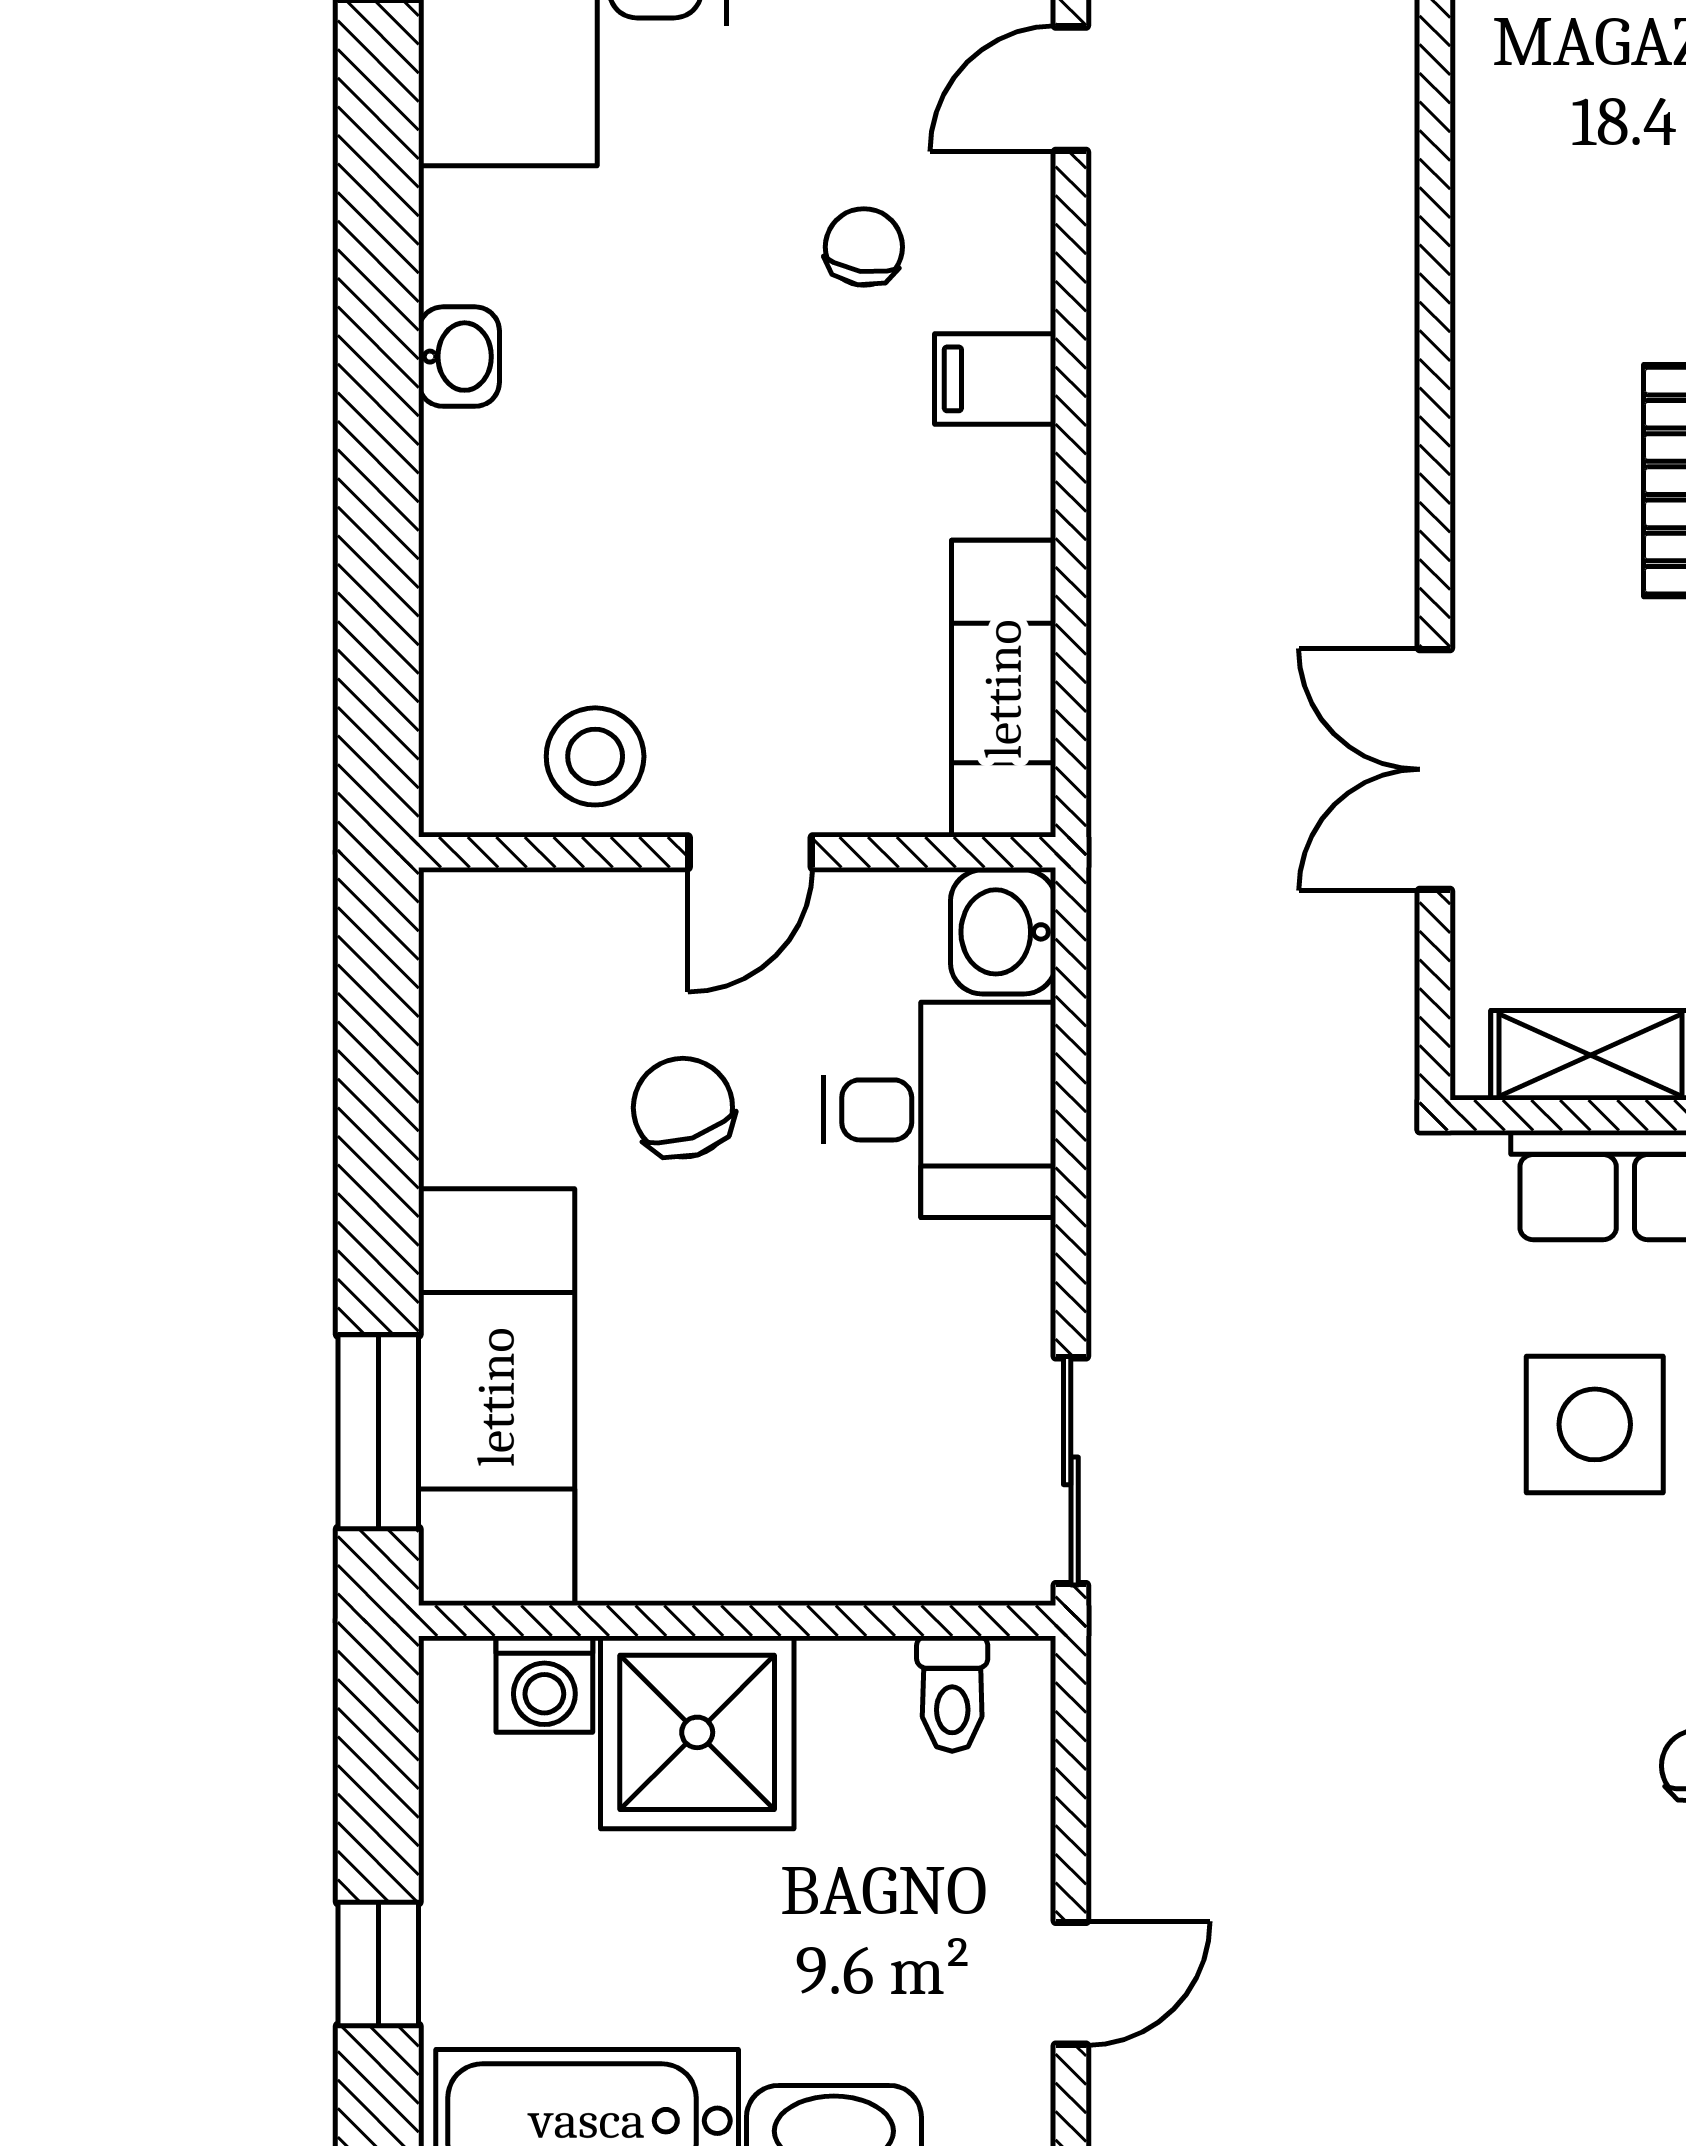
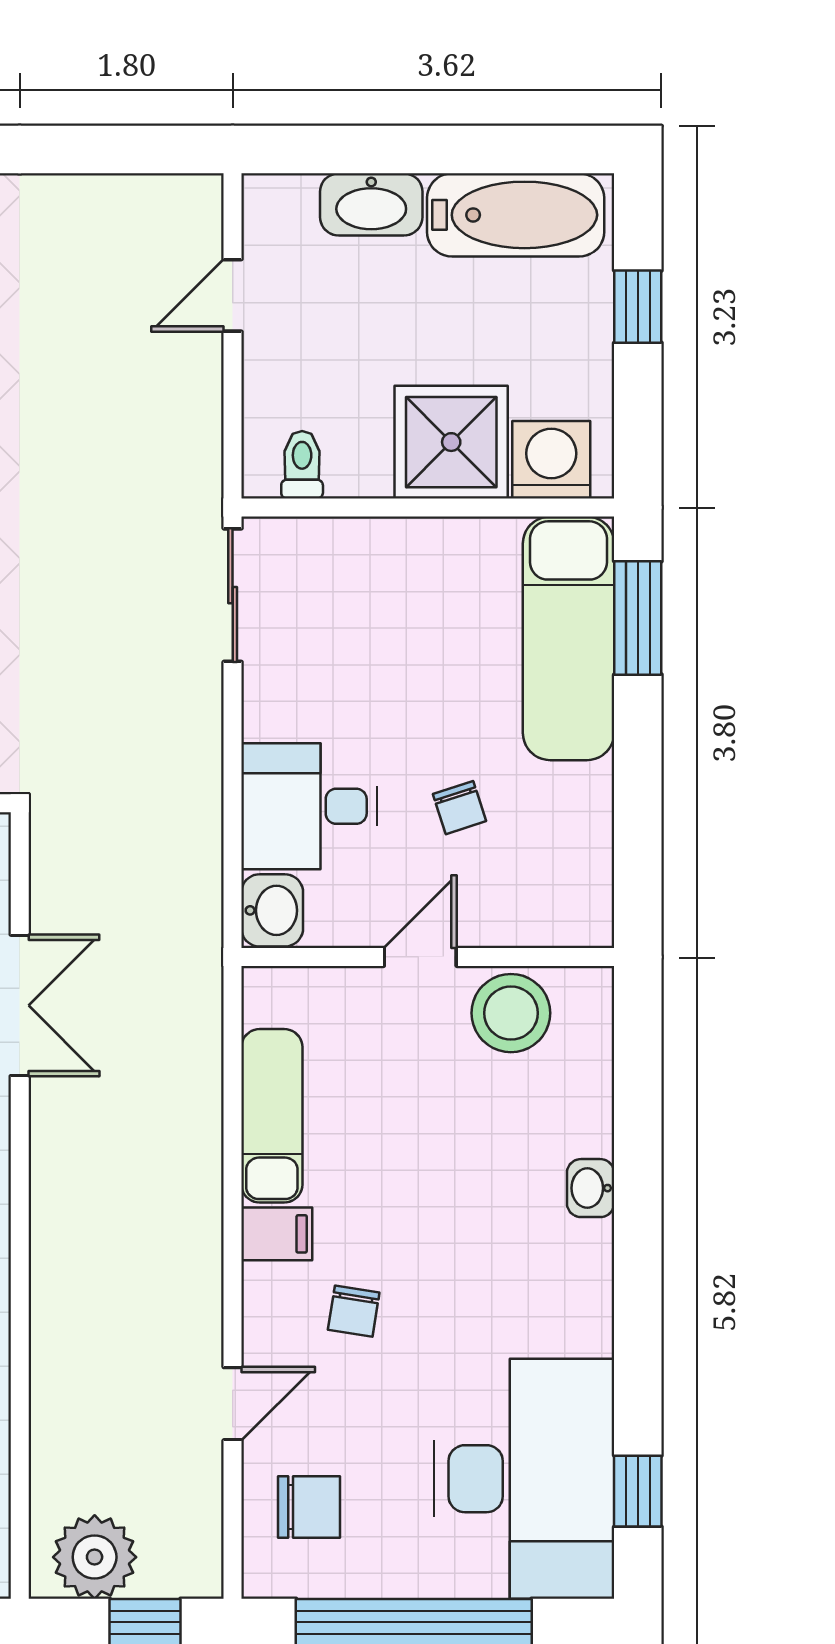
washbasin: (459, 357) -> (591, 1188), moved
exam couch: (1004, 689) -> (272, 1116), moved
stool: (595, 756) -> (511, 1013), width x1.38, depth x1.38
chair: (683, 1108) -> (460, 808), width x0.73, depth x0.73
washing machine: (544, 1684) -> (551, 460), width x1.38, depth x1.38

